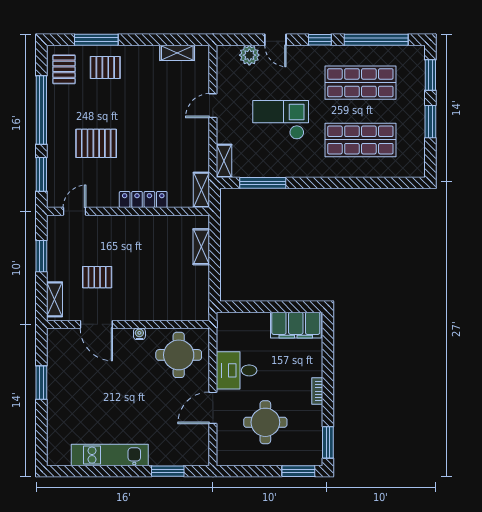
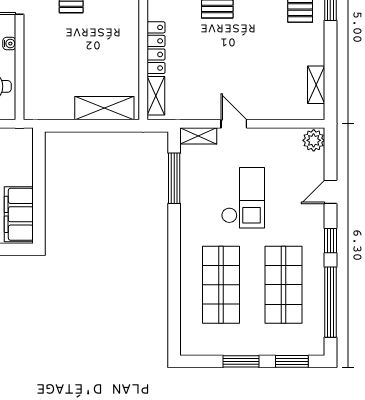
plant: (249, 55) -> (314, 140), moved
door: (213, 106) -> (234, 124), moved
shelving: (201, 190) -> (156, 96), moved, turned 90
shelving: (201, 247) -> (104, 108), width x1.50, depth x1.33

